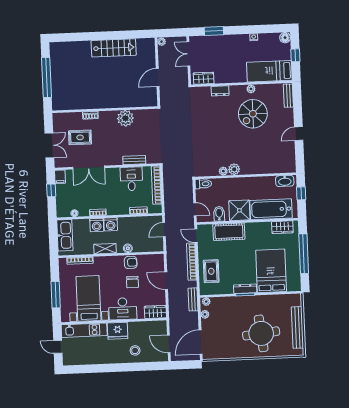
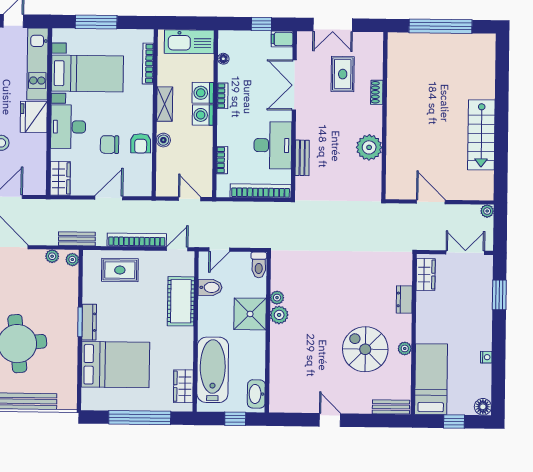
desk: (131, 179) -> (273, 145), width x1.37
shower: (239, 210) -> (250, 314), moved

